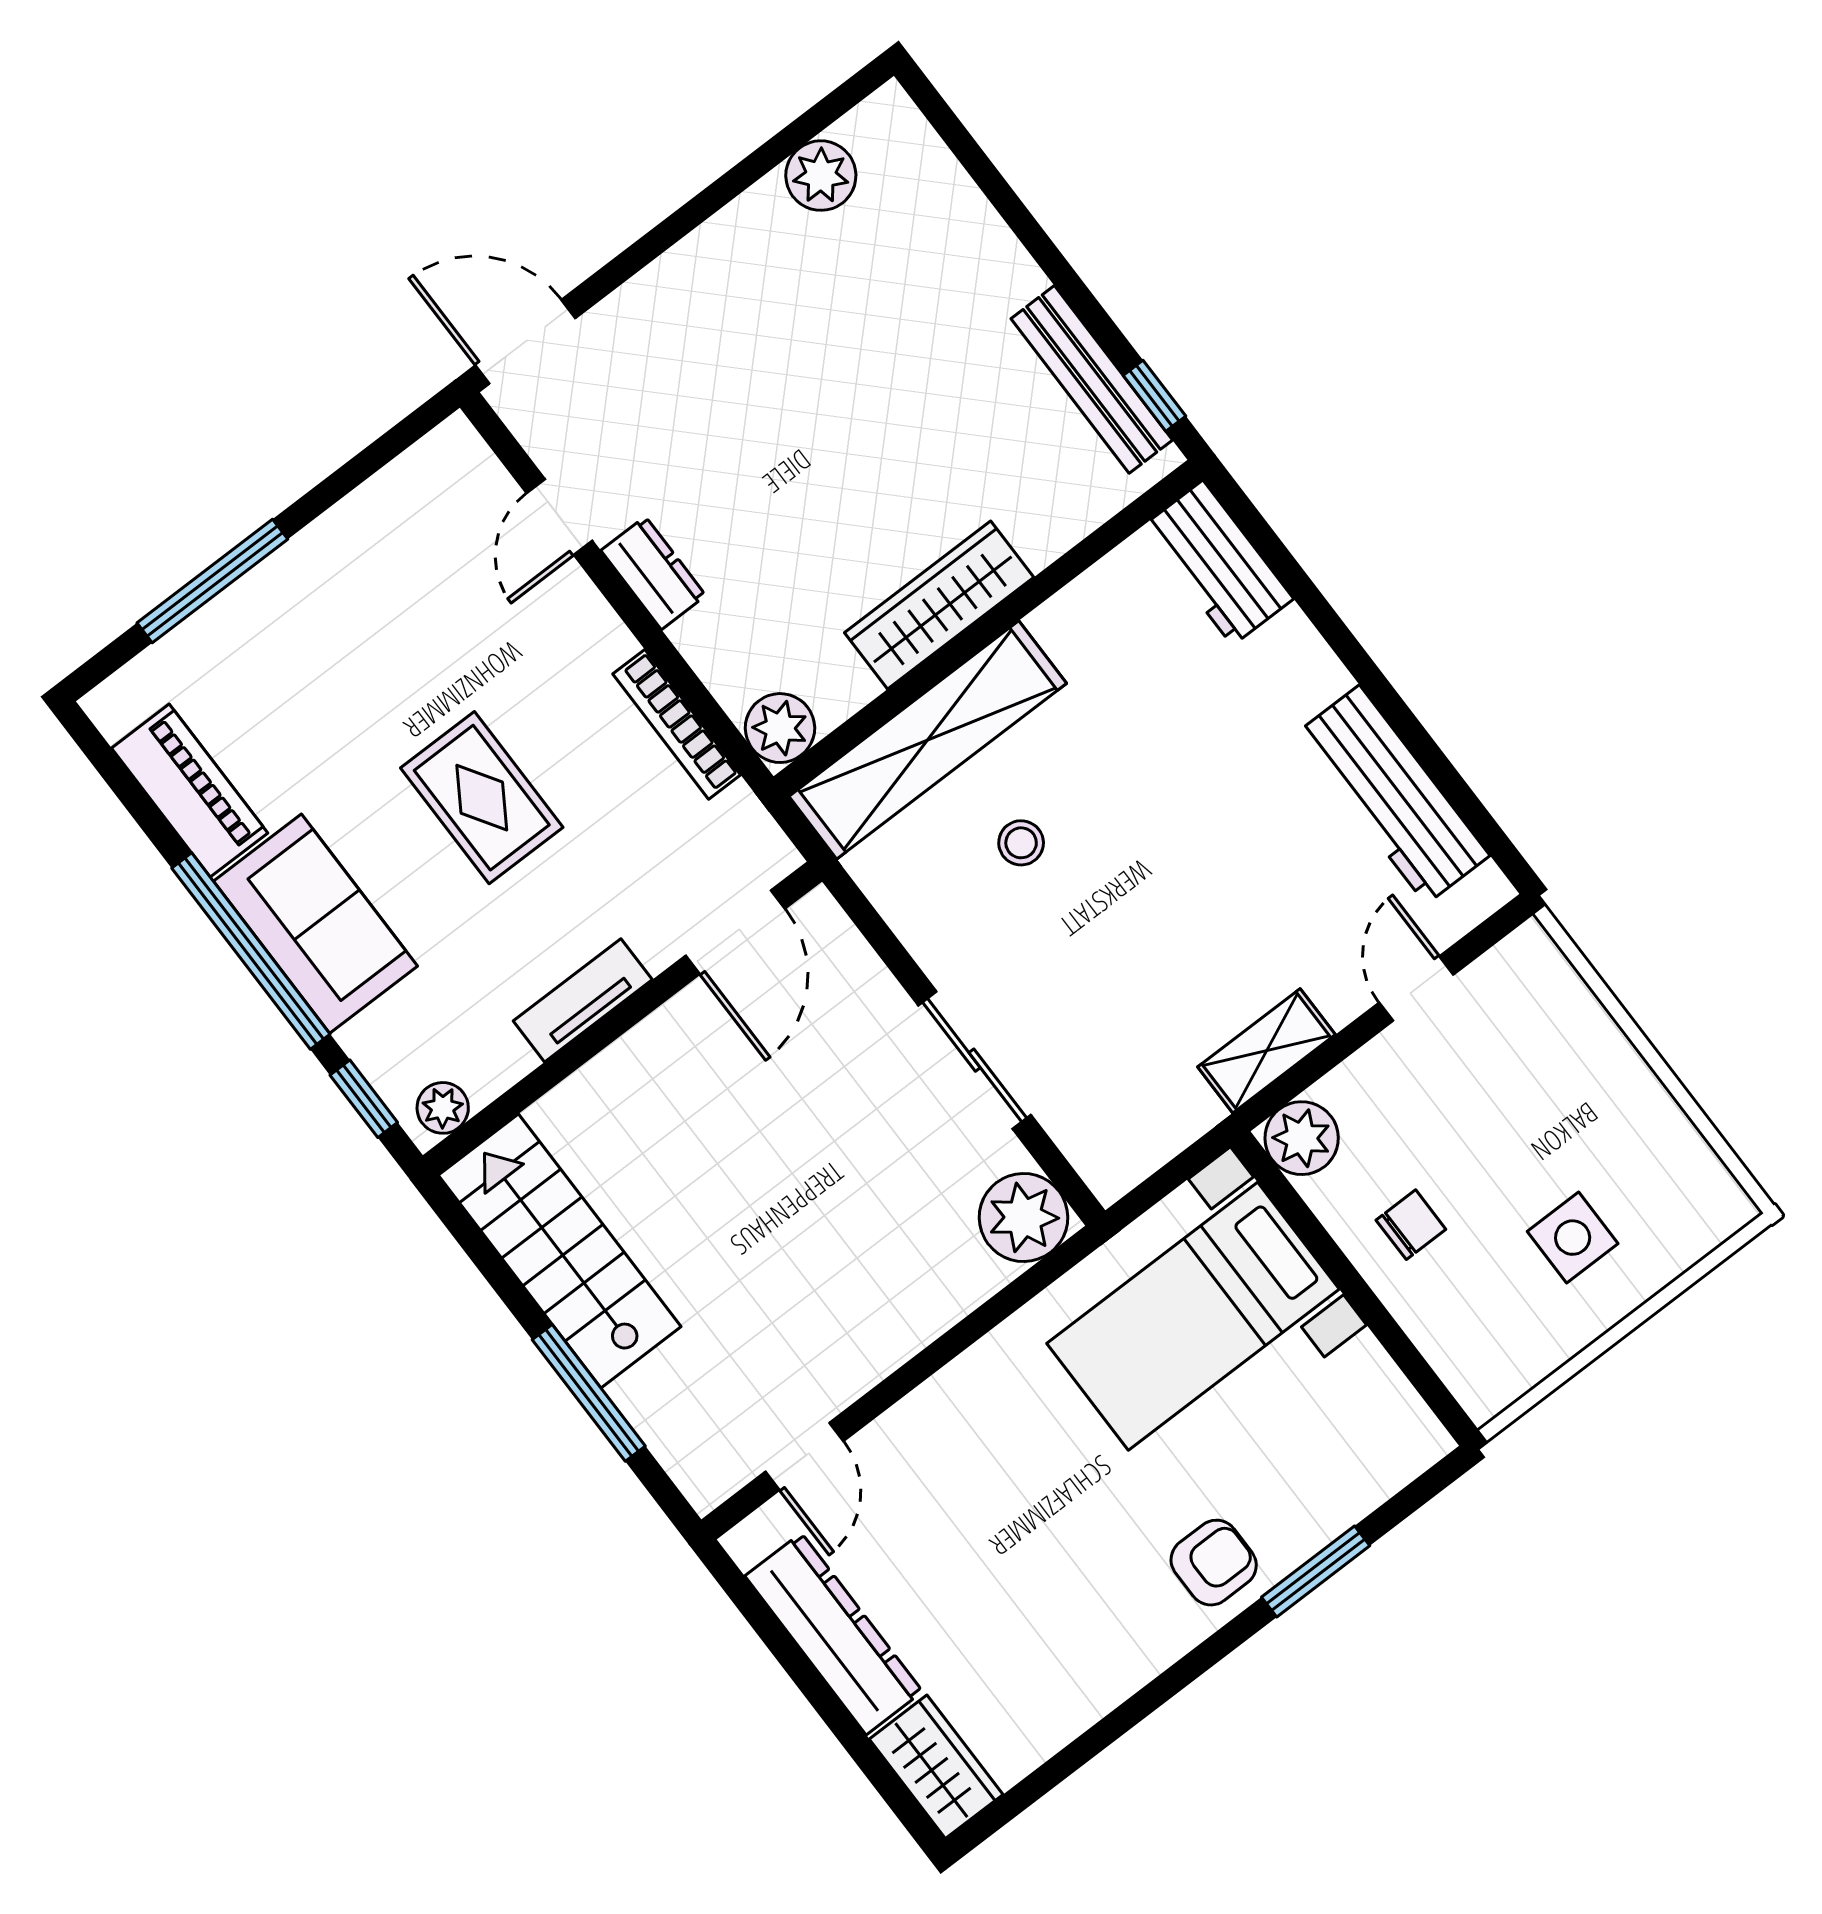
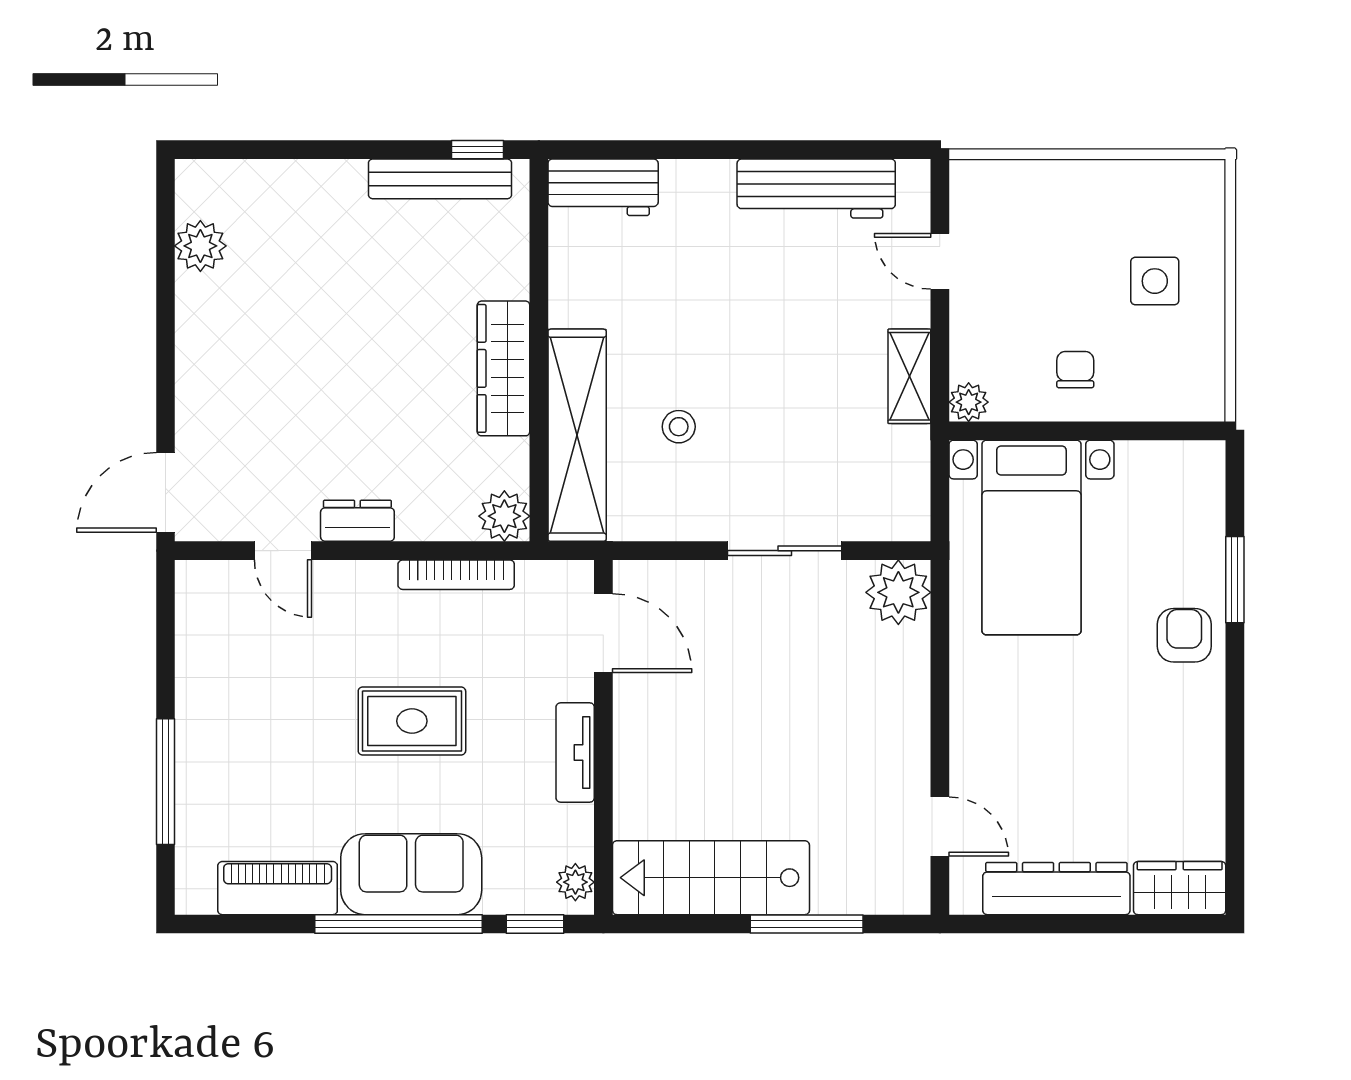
plant: (1302, 1138) -> (969, 402), width x0.73, depth x0.73

